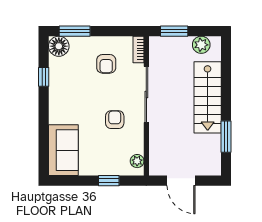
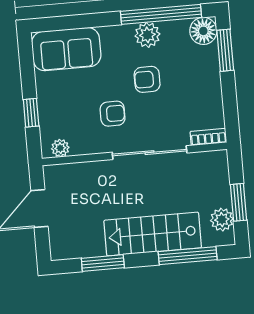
window: (174, 31) -> (239, 202), moved
armchair: (106, 64) -> (147, 79), moved
window: (226, 73) -> (188, 256), added
window: (44, 77) -> (161, 14), width x3.17
plant: (58, 88) -> (147, 35), added

